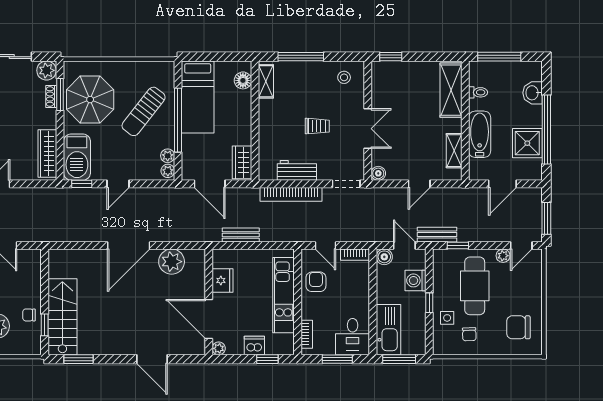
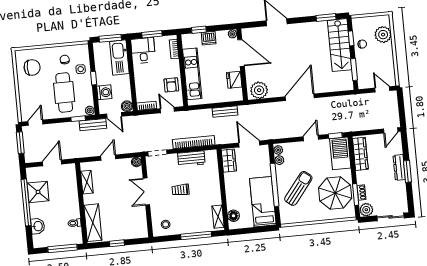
window: (391, 57) -> (117, 243), moved
bathtub: (480, 134) -> (71, 195), removed
plant: (503, 256) -> (90, 111), moved
plant: (172, 262) -> (259, 90), moved
window: (45, 279) -> (354, 69), added

